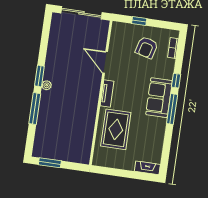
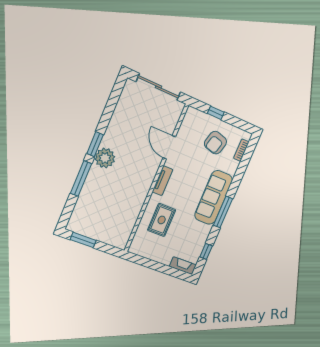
window: (176, 81) -> (206, 251), moved
plant: (47, 85) -> (105, 158), width x1.88, depth x1.88
sofa: (159, 98) -> (214, 197), width x1.36
rug: (116, 129) -> (162, 220), width x0.73, depth x0.70

